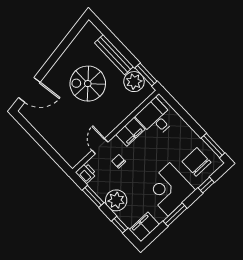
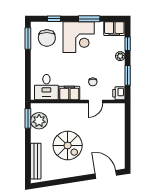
bench: (114, 55) -> (36, 161), moved
plant: (116, 200) -> (120, 56), width x0.53, depth x0.53

